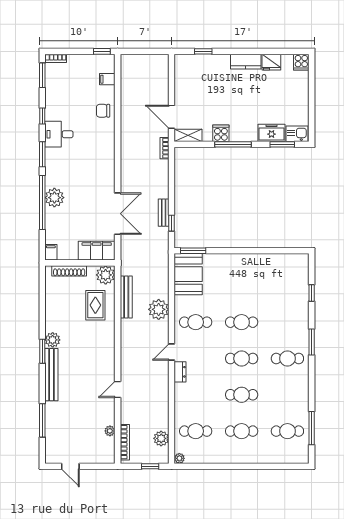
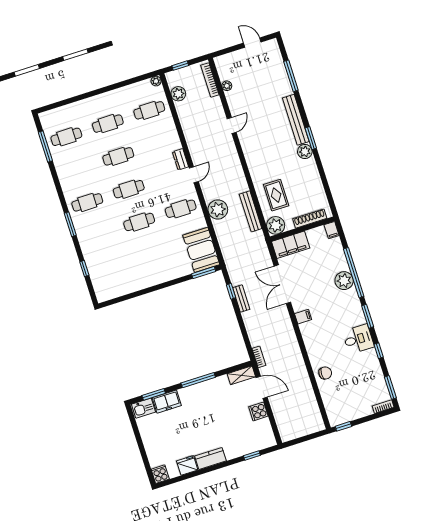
filing cabinet: (107, 79) -> (303, 317), moved
cooker: (221, 133) -> (258, 411), moved, turned 90

